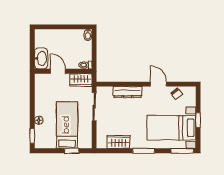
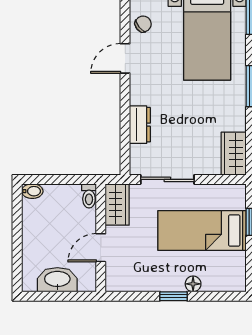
washbasin: (41, 58) -> (57, 280), moved
dresser: (128, 92) -> (140, 125), width x0.70
window: (32, 136) -> (173, 296), moved
wardrobe: (119, 142) -> (234, 154), moved

